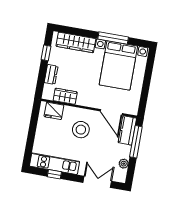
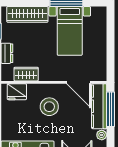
bed with nightstands: (118, 65) -> (70, 31), width x0.73
kitchen counter: (127, 130) -> (99, 106), width x1.50

